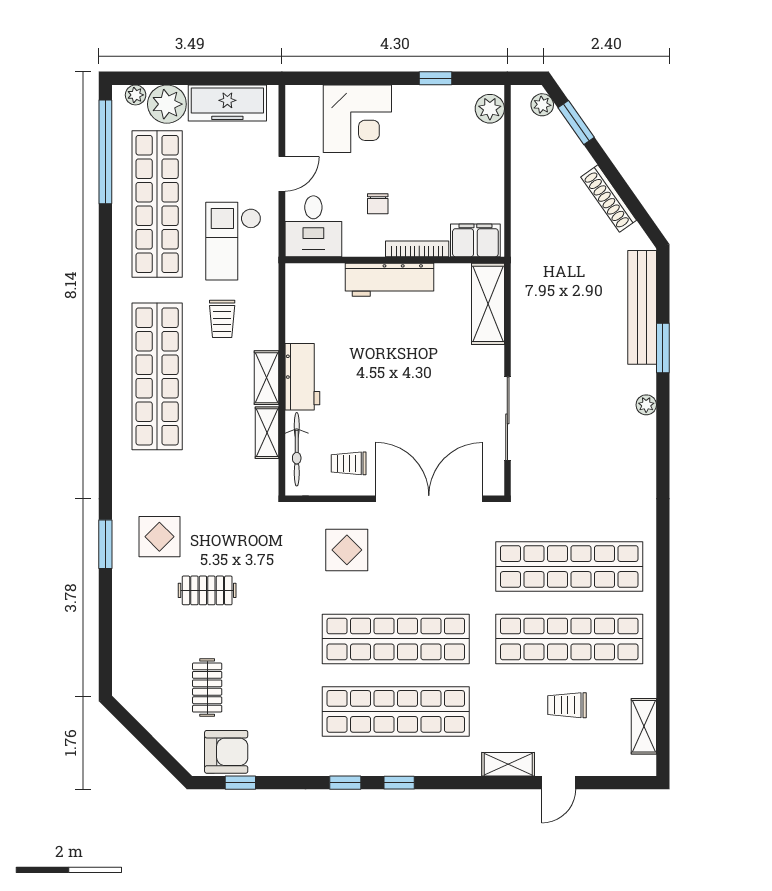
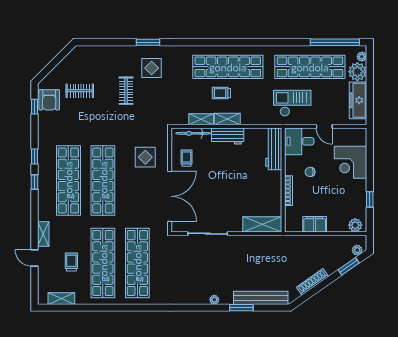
filing cabinet: (475, 240) -> (315, 224), moved, turned -90
workbench: (389, 280) -> (274, 149), moved
trolley: (222, 319) -> (221, 93), moved

